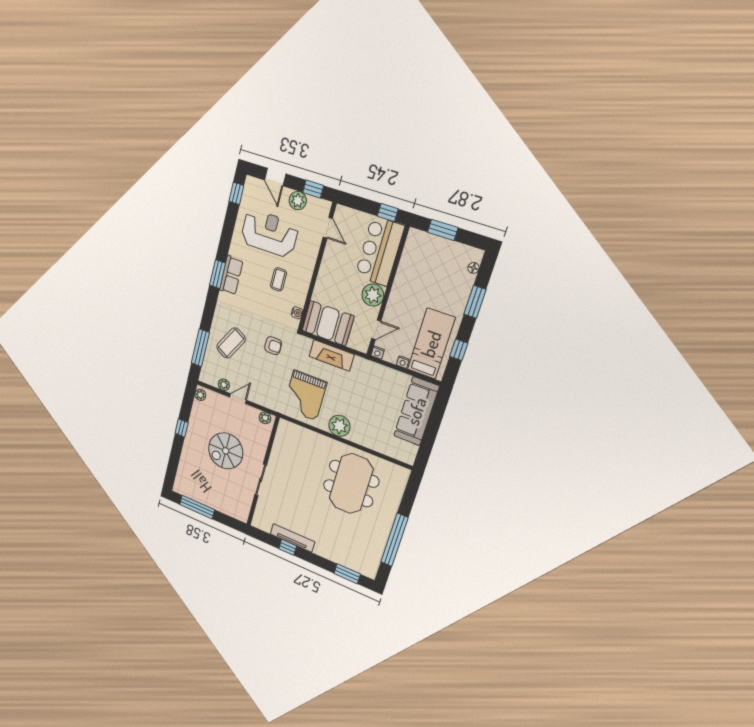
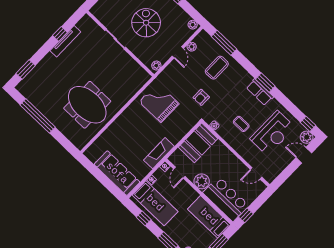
window: (313, 189) -> (284, 176), removed
plant: (298, 201) -> (307, 137), moved
bed: (414, 262) -> (209, 217), added
coffee table: (231, 343) -> (217, 68), turned 61
fireplace: (332, 355) -> (159, 153), moved
plant: (339, 426) -> (129, 116), removed

